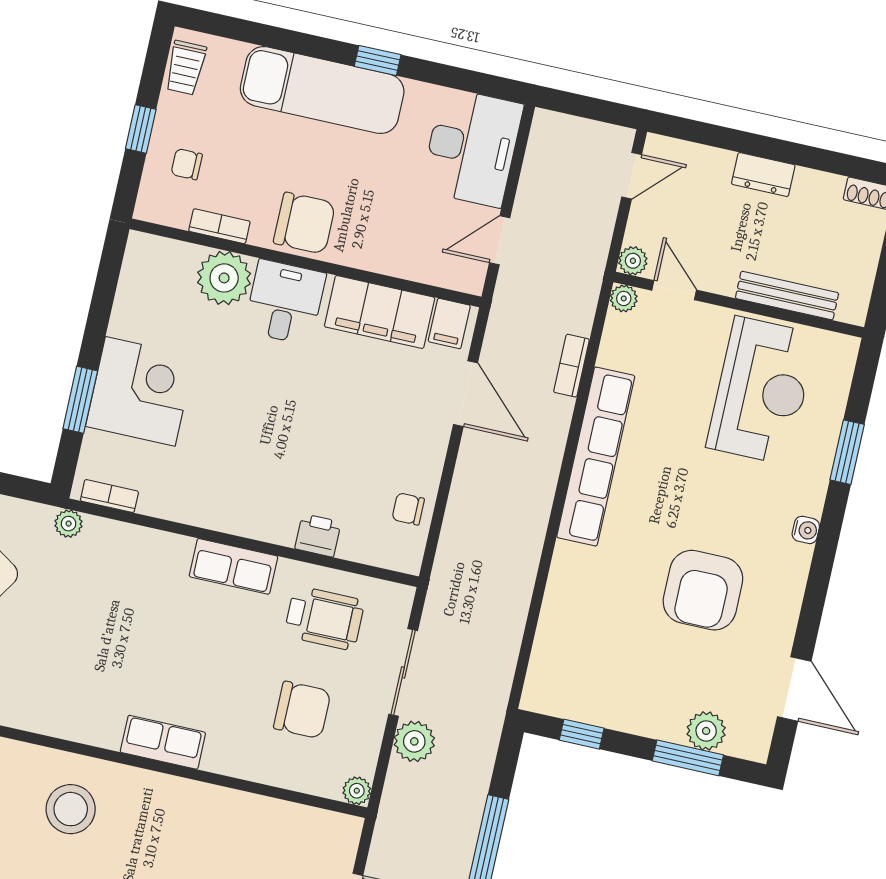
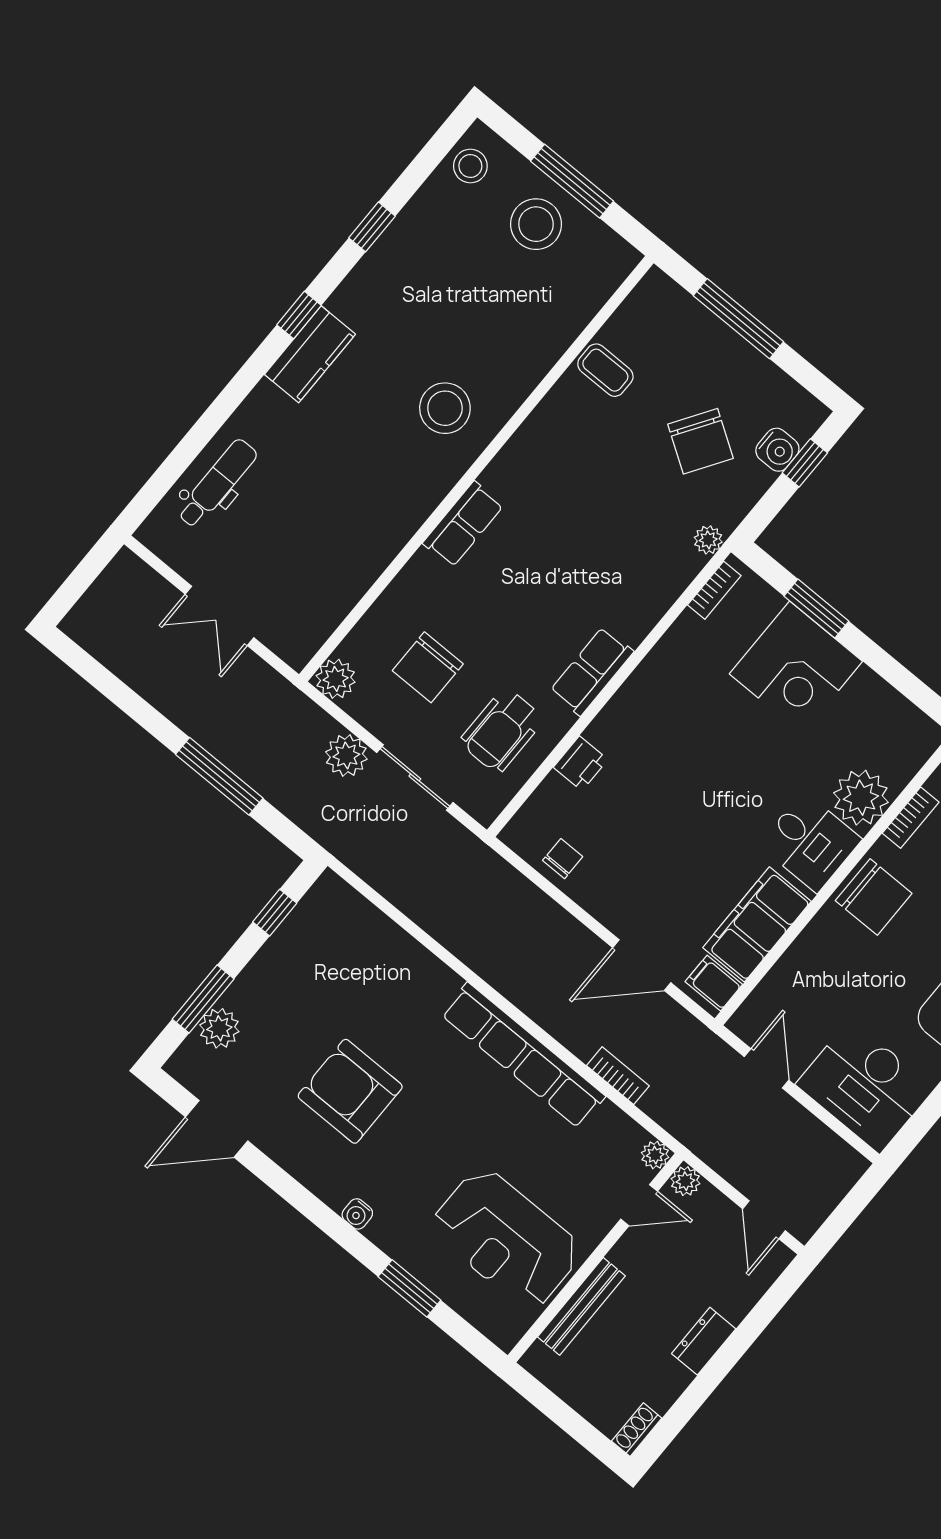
chair: (304, 223) -> (874, 897), turned -90
plant: (357, 791) -> (336, 679), width x1.38, depth x1.38

